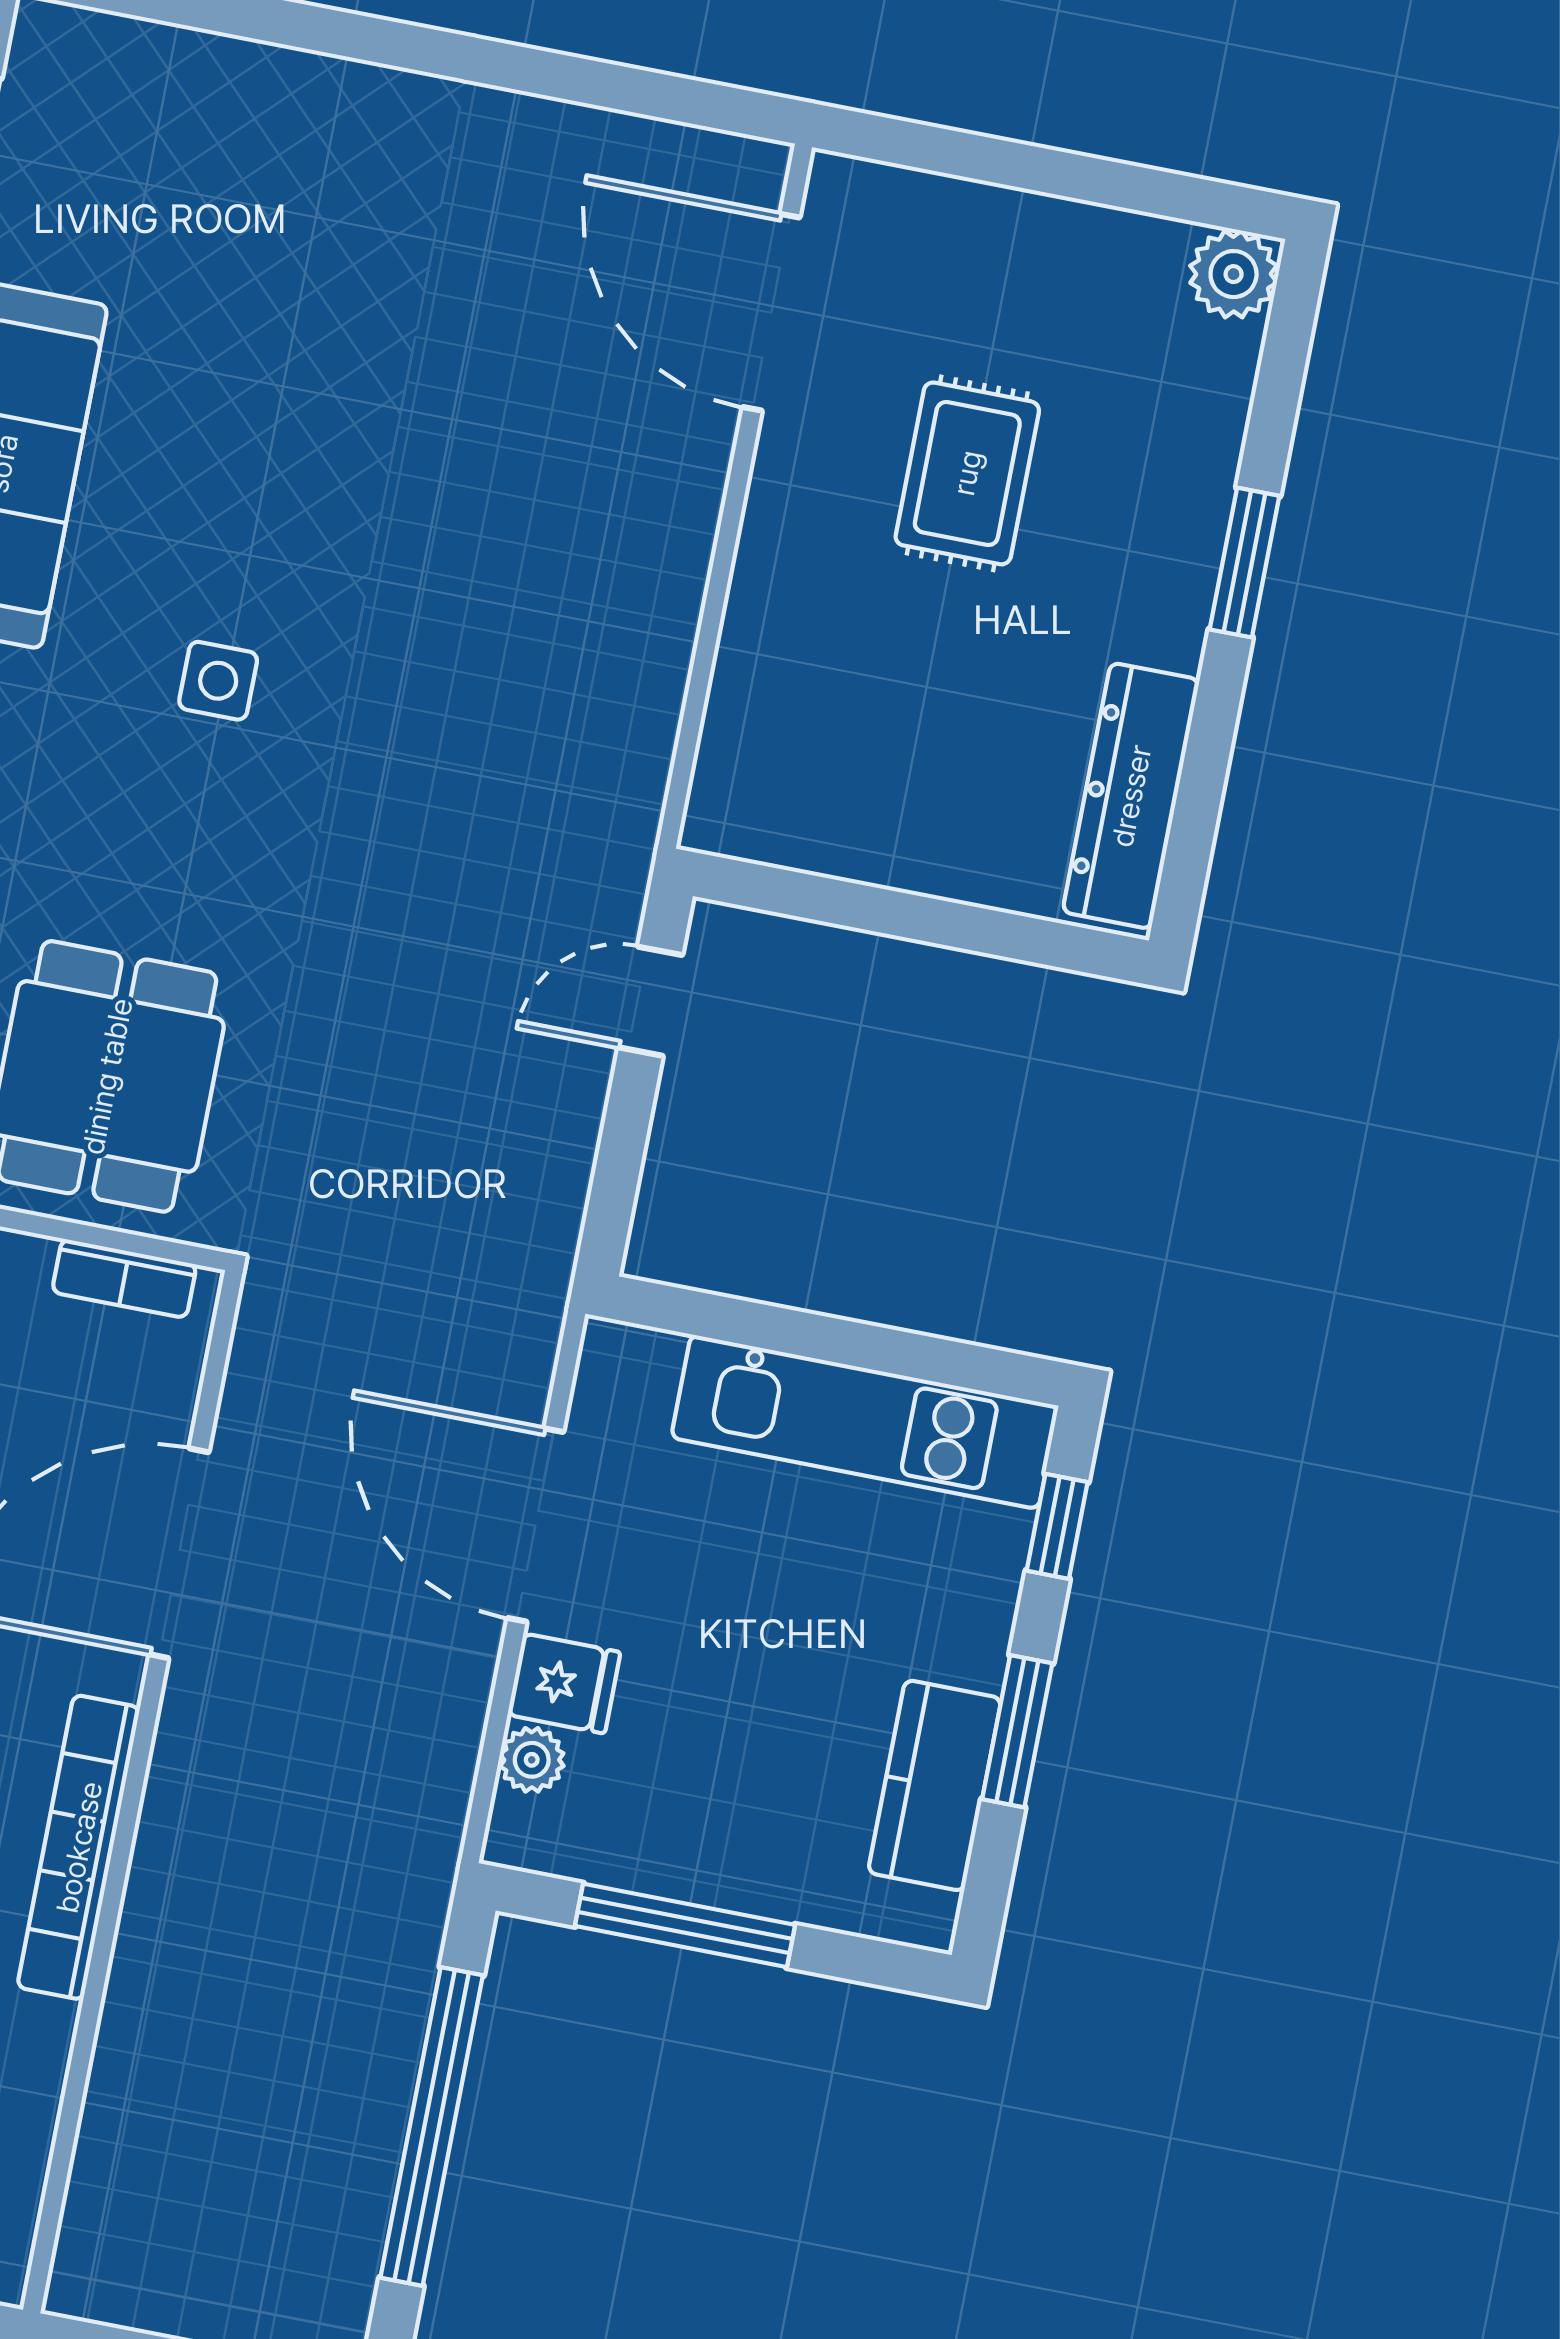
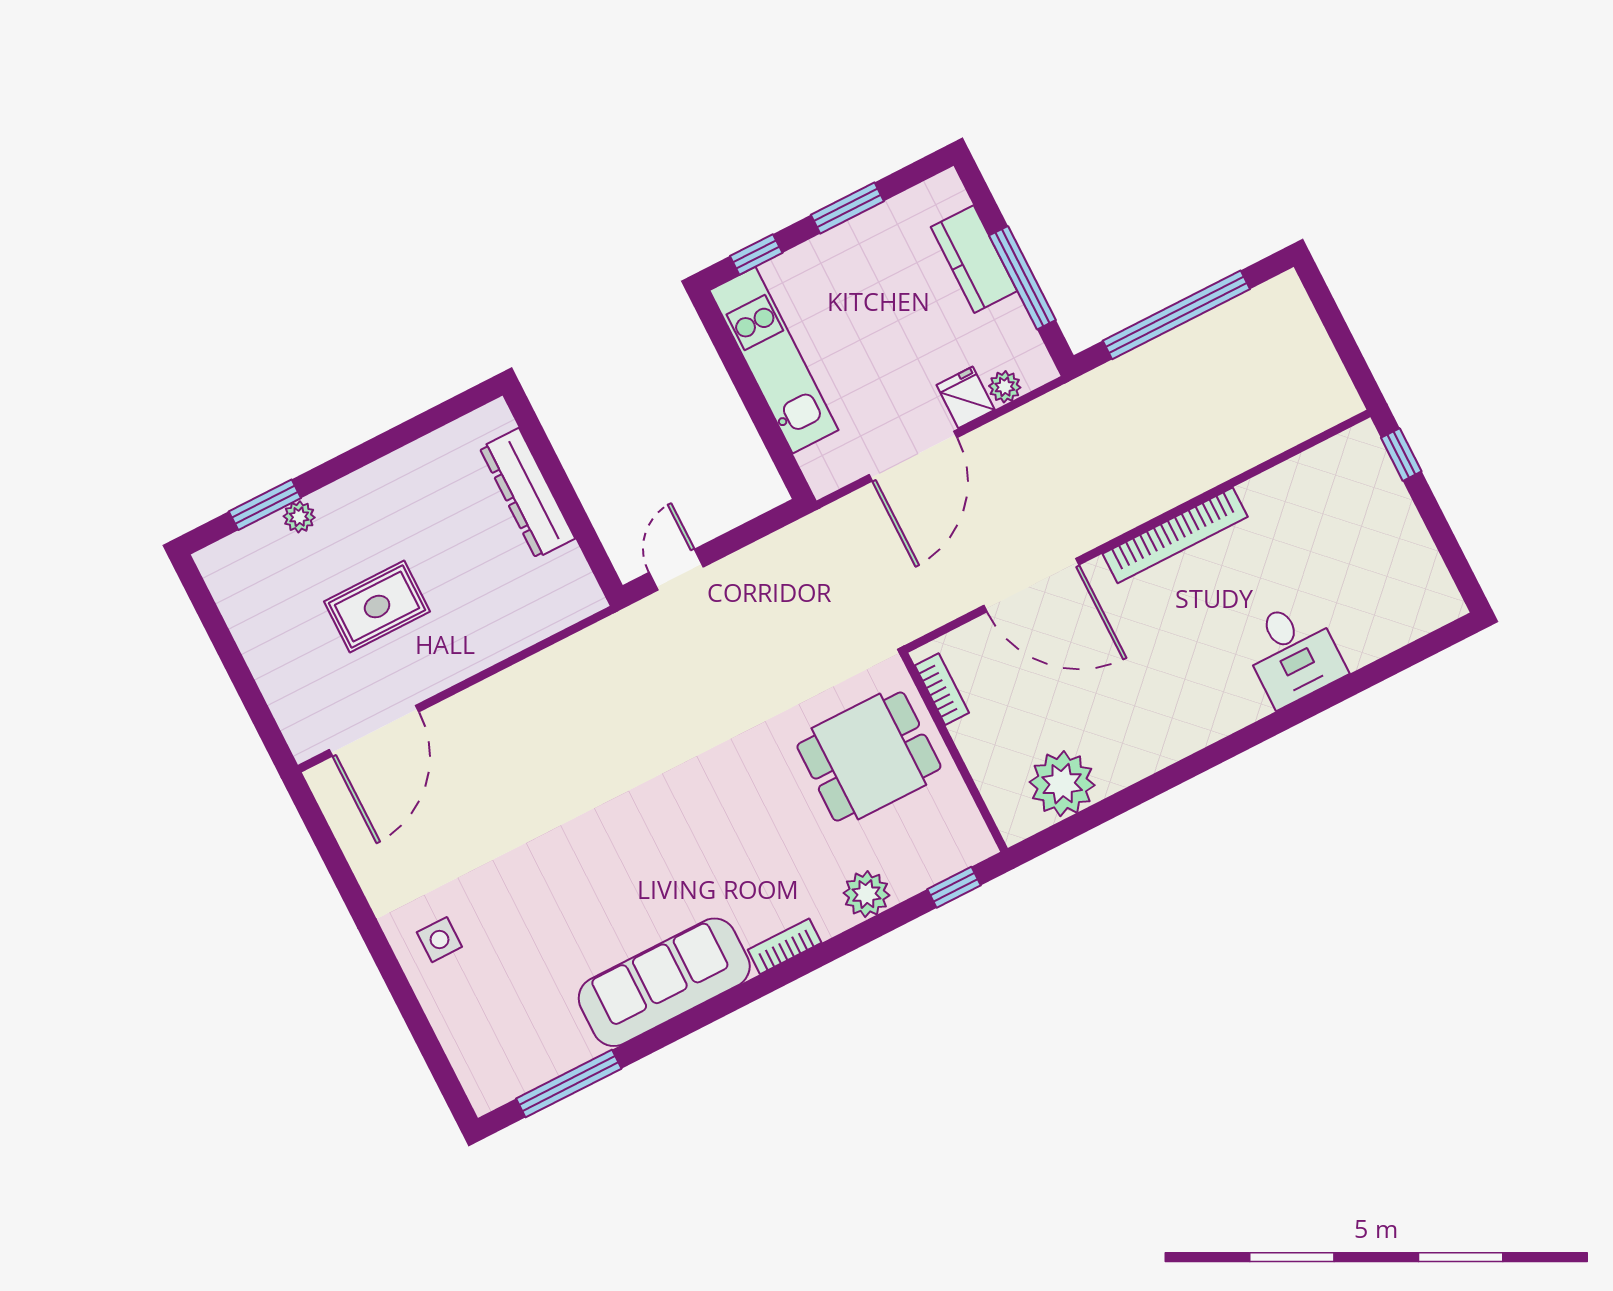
plant: (1234, 274) -> (299, 517), moved, width x0.73, depth x0.73
window: (1245, 563) -> (265, 505), moved
side table: (218, 681) -> (439, 940), moved
dresser: (1131, 796) -> (527, 493), moved, turned 90
door: (650, 1001) -> (676, 570), swing flipped
kitchen counter: (935, 1785) -> (974, 259), moved, turned 90

